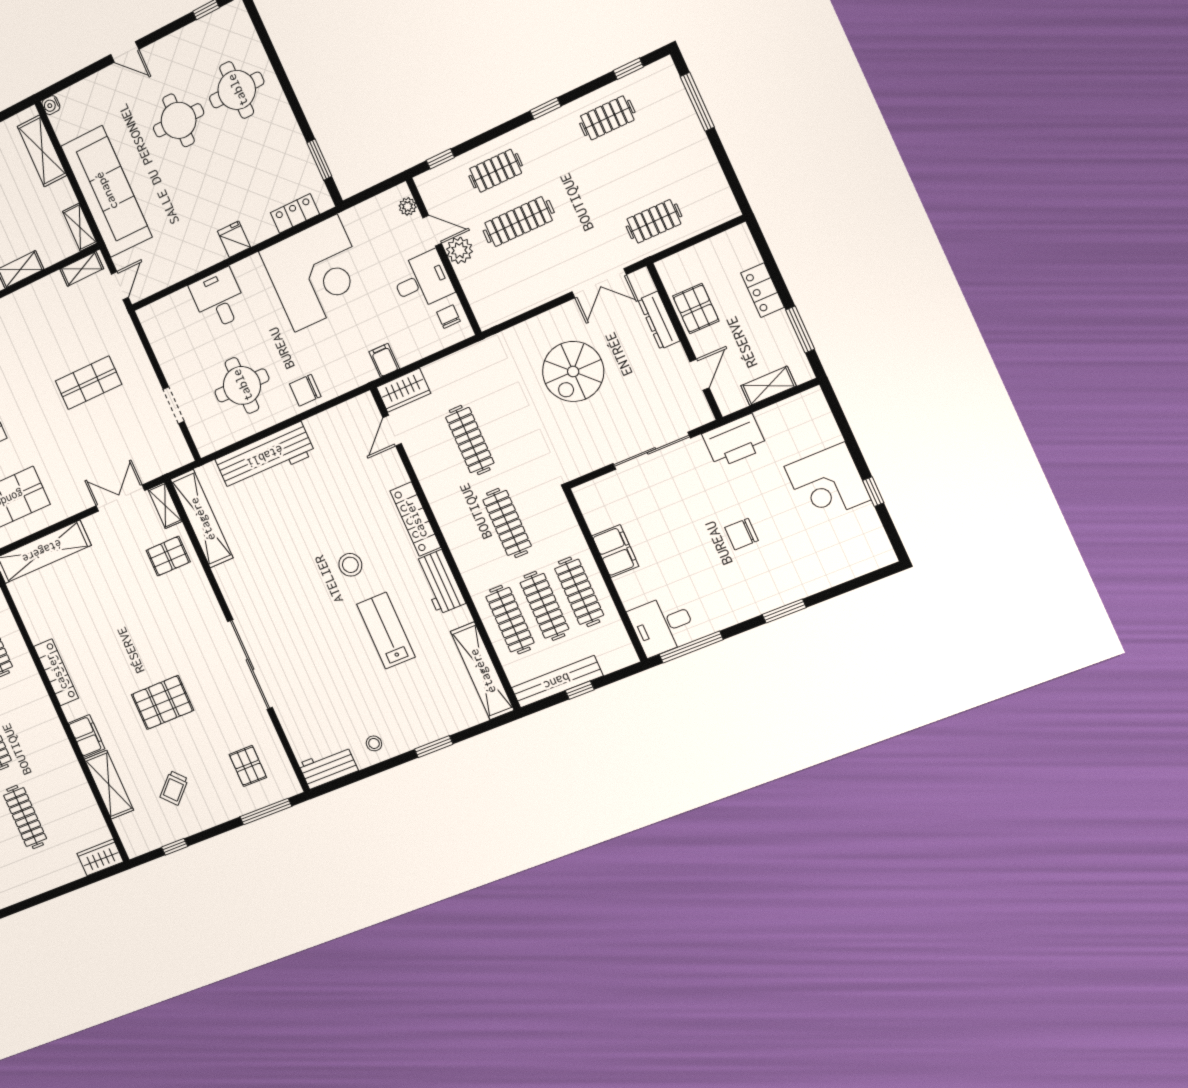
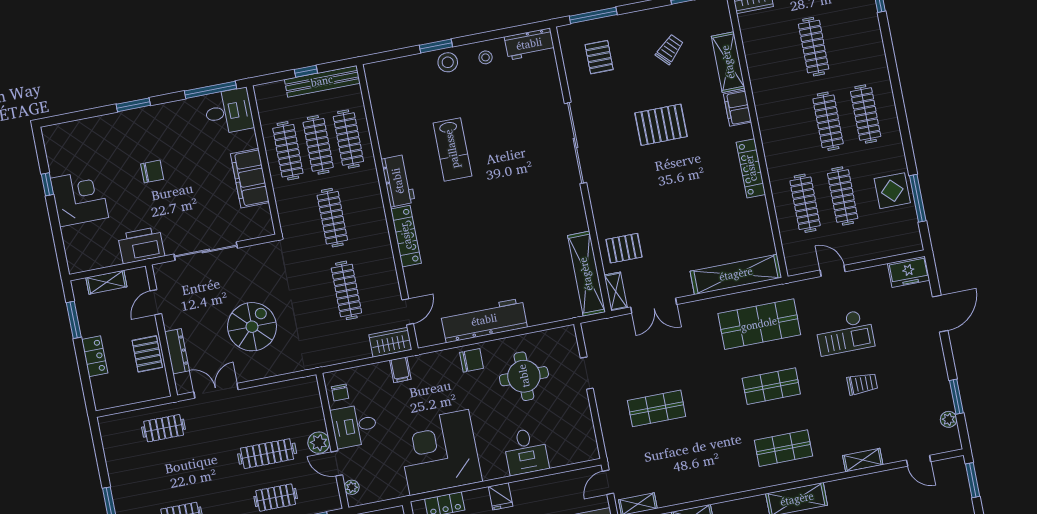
workbench: (265, 457) -> (484, 320), moved
filing cabinet: (615, 551) -> (250, 178), width x1.50, depth x1.17
stool: (350, 565) -> (448, 62), moved
shelving: (482, 671) -> (381, 101), removed

